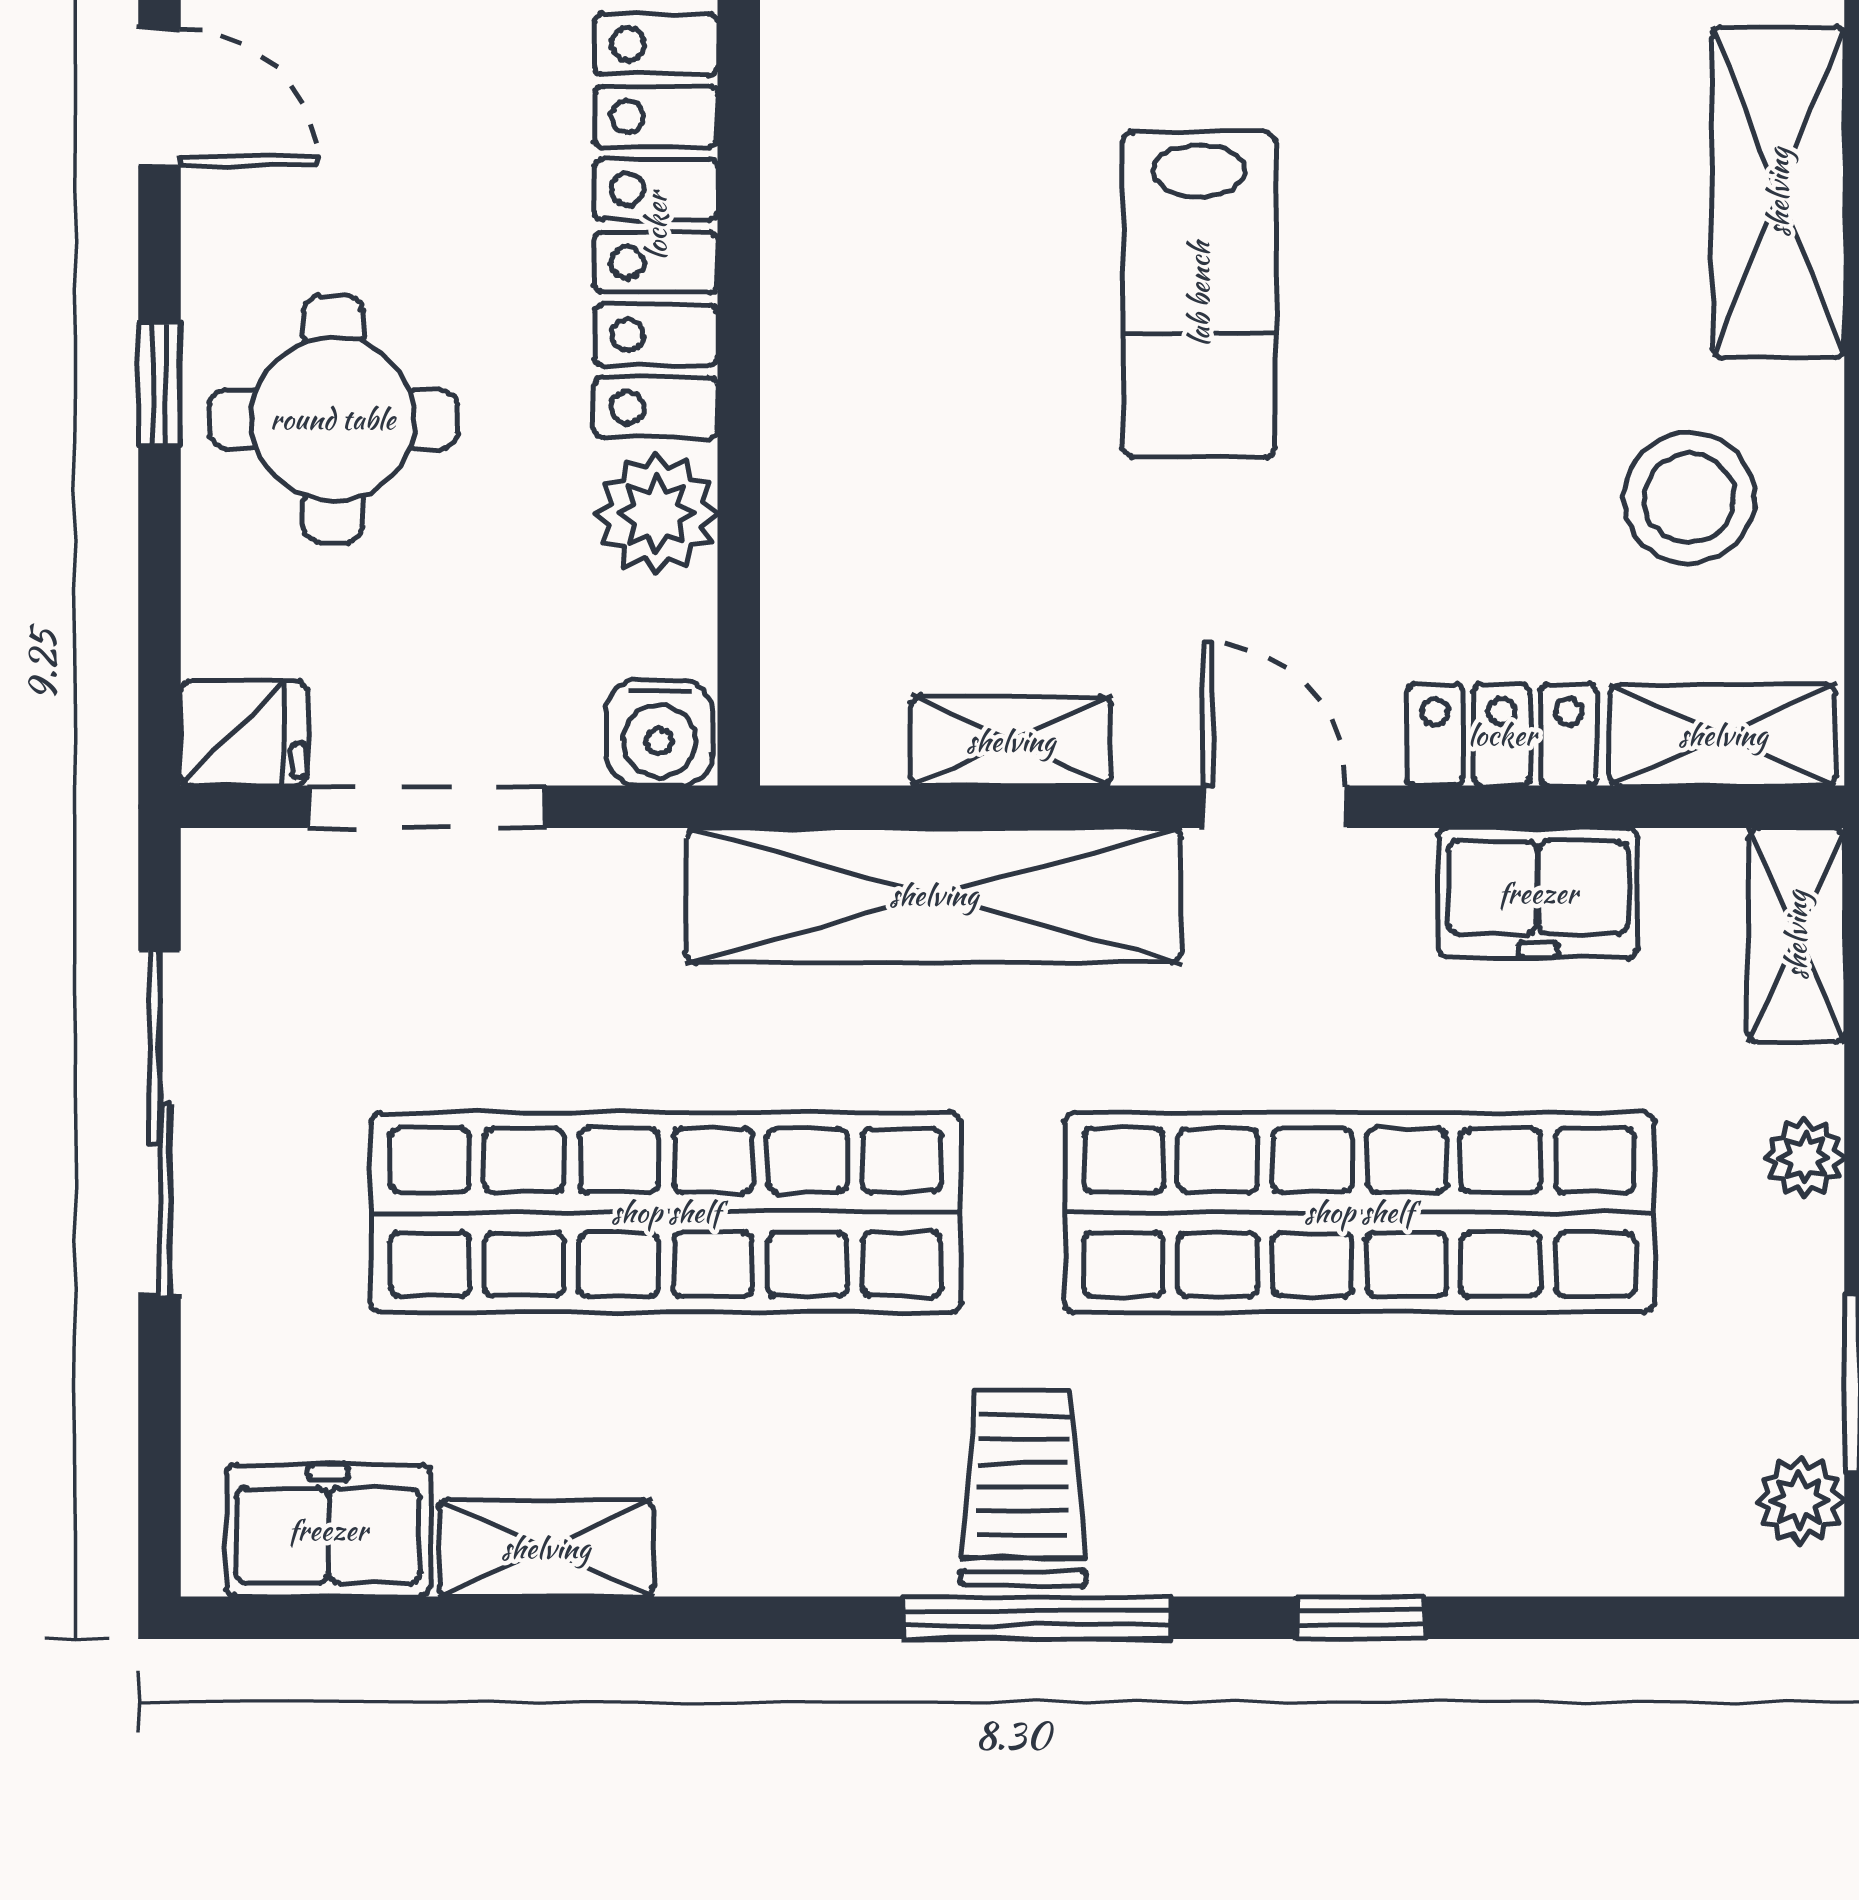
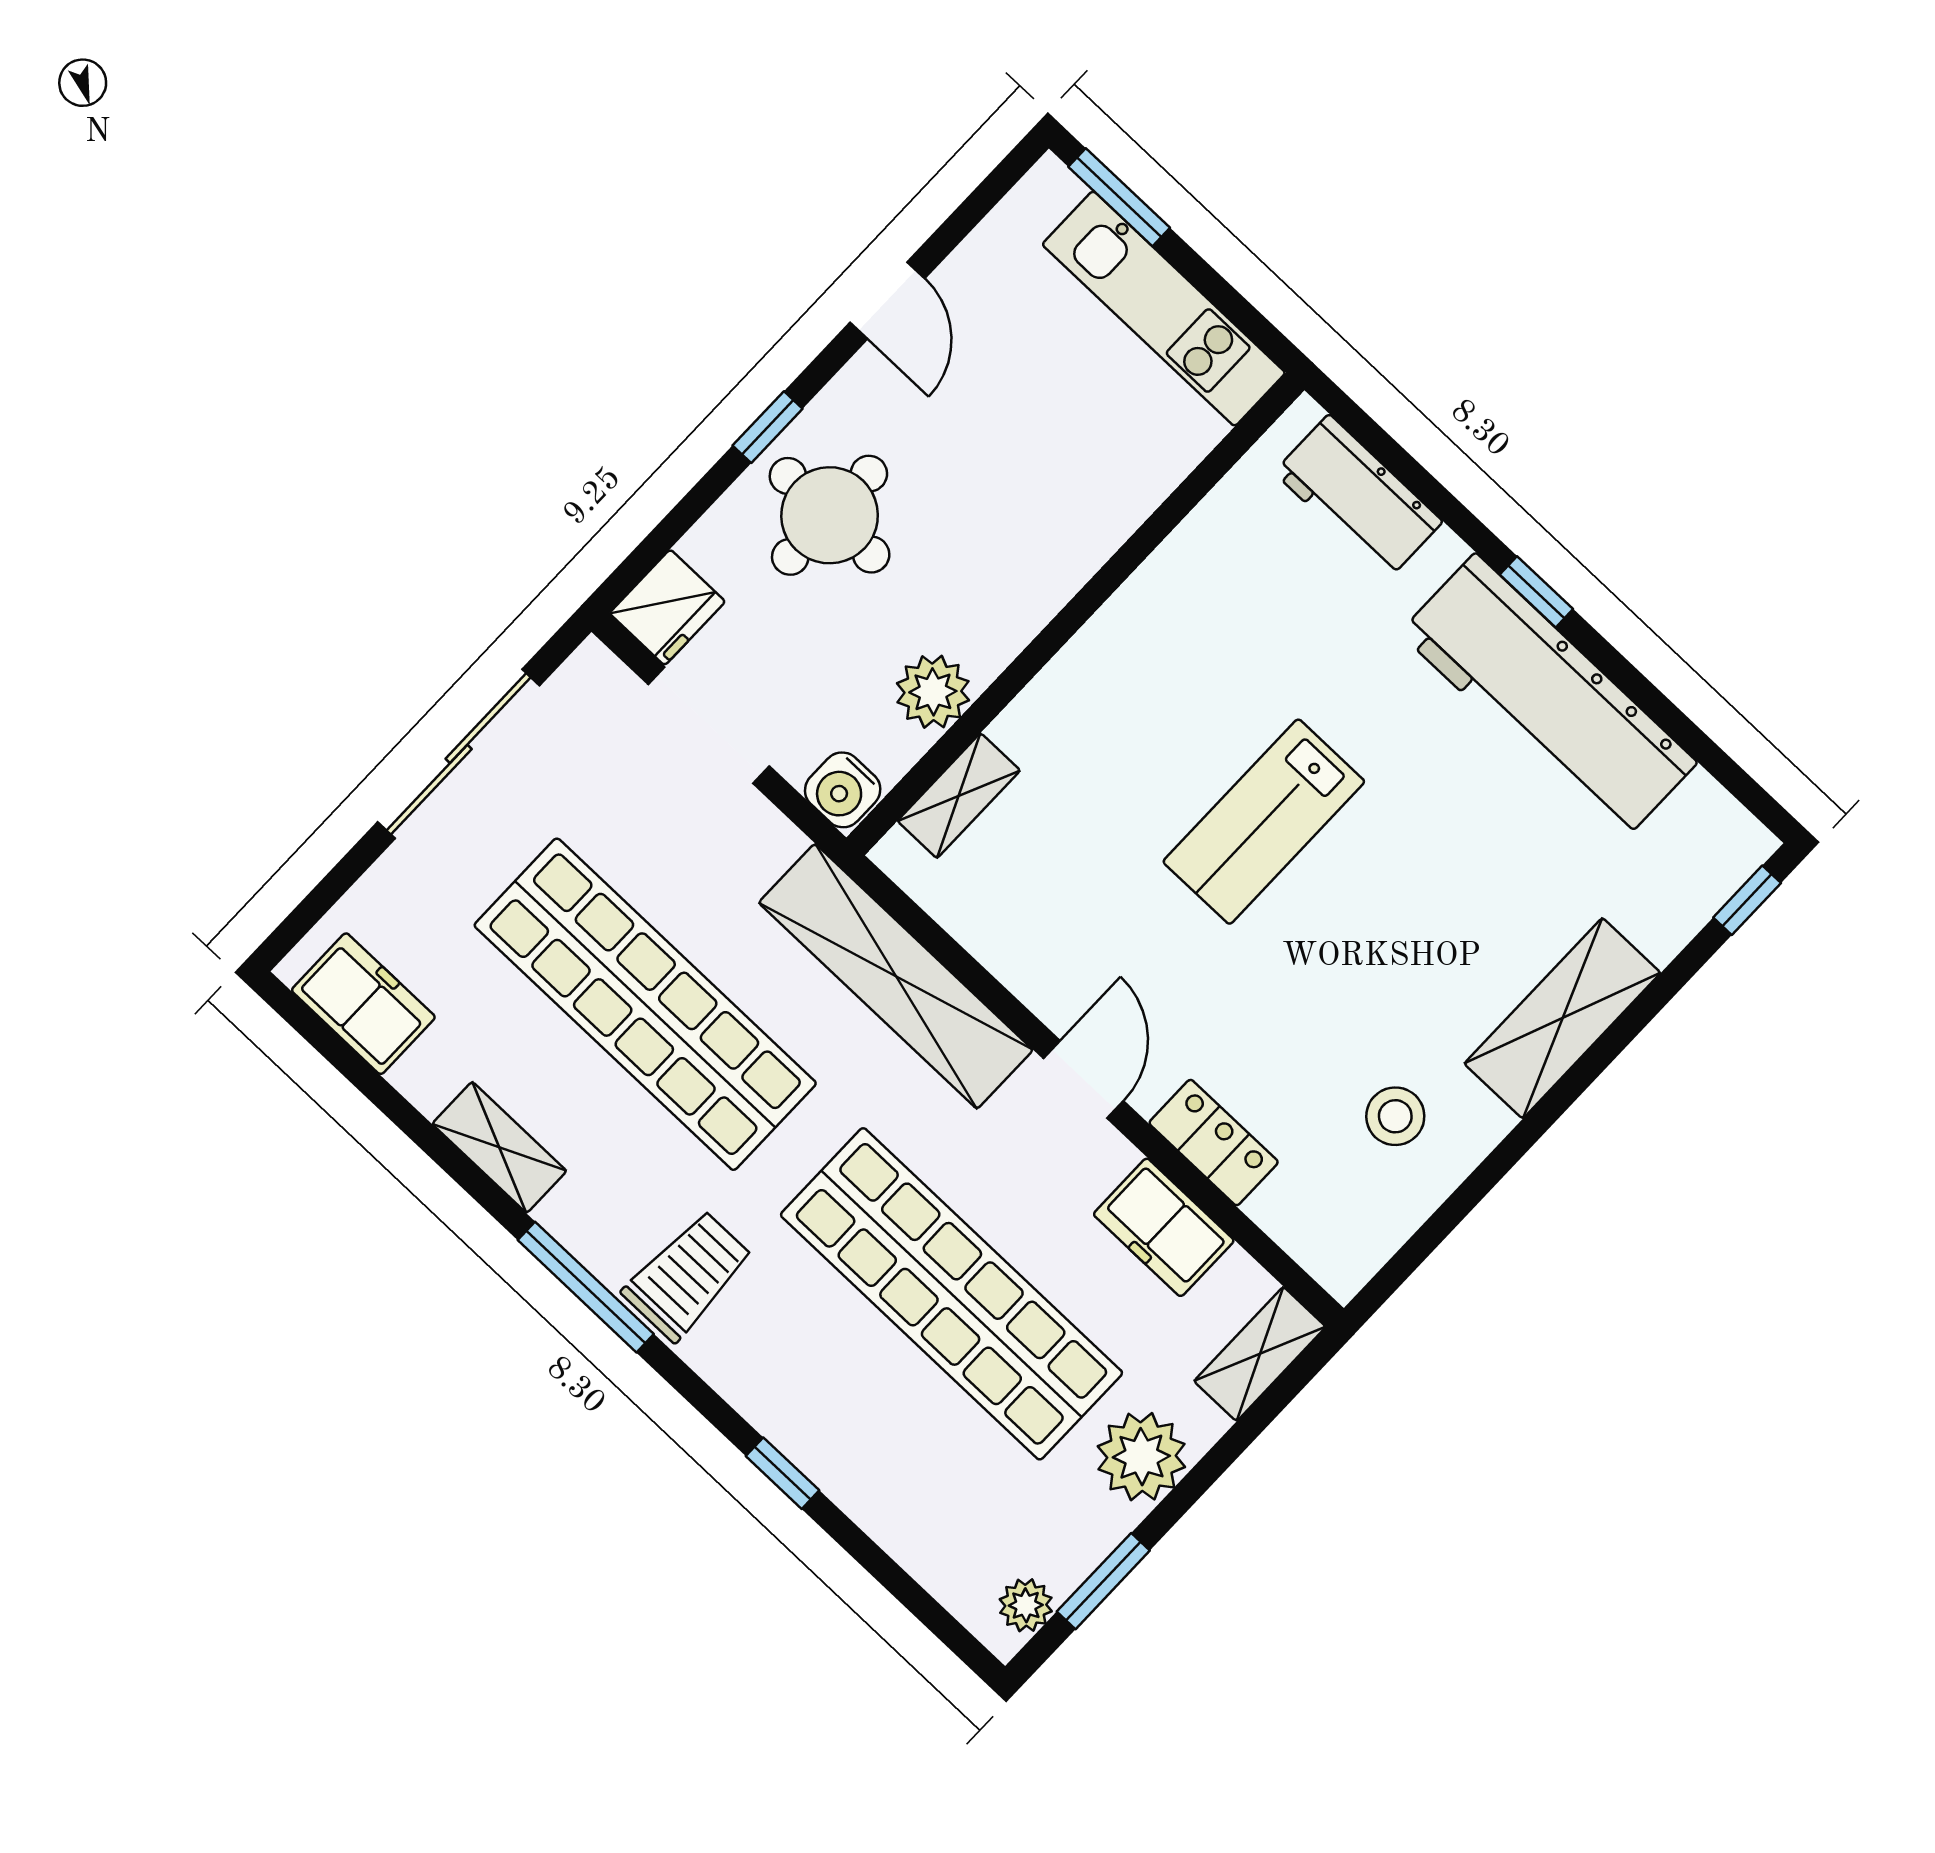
locker: (656, 226) -> (1053, 565), removed
stool: (1689, 498) -> (1395, 1116), width x0.73, depth x0.73
fridge: (243, 733) -> (667, 607), width x1.38
shelving: (1723, 735) -> (1311, 1235), removed
shelving: (1011, 741) -> (959, 796), moved, turned 90
plant: (1805, 1158) -> (1141, 1457), width x1.87, depth x1.87
shelving: (546, 1548) -> (499, 1147), moved
window: (1037, 1618) -> (586, 1287), moved

